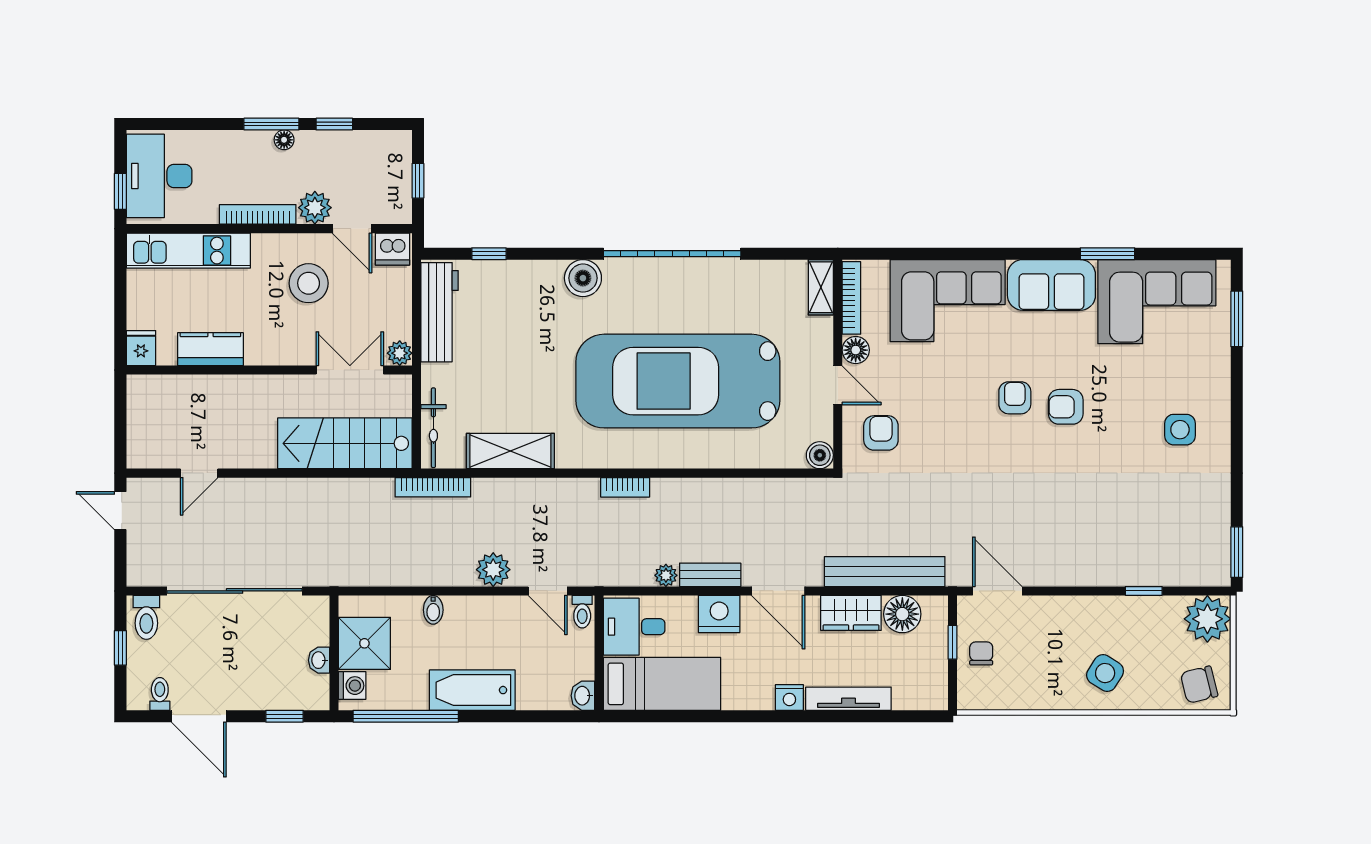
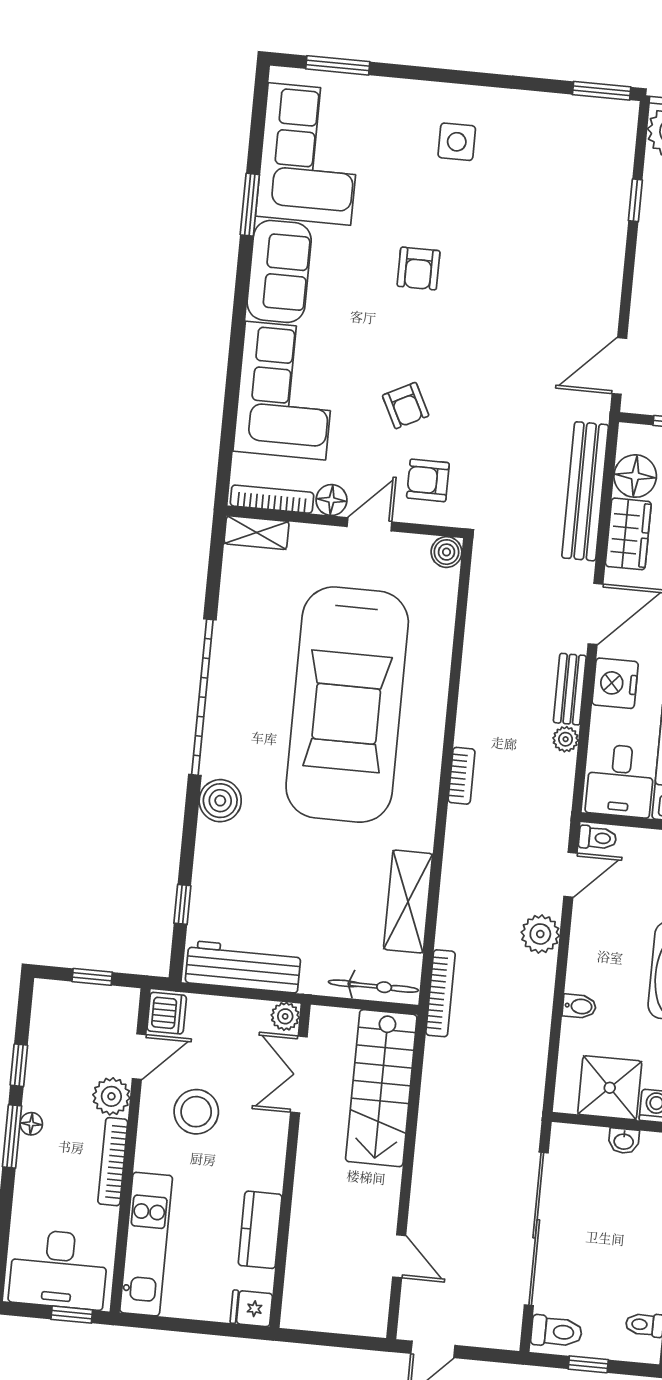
armchair: (1015, 398) -> (406, 406), moved, turned -117

